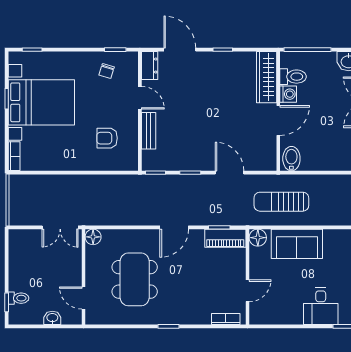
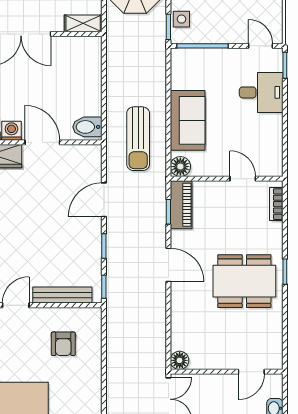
bench: (149, 131) -> (62, 295), width x1.36
dining table: (135, 279) -> (244, 281), moved

